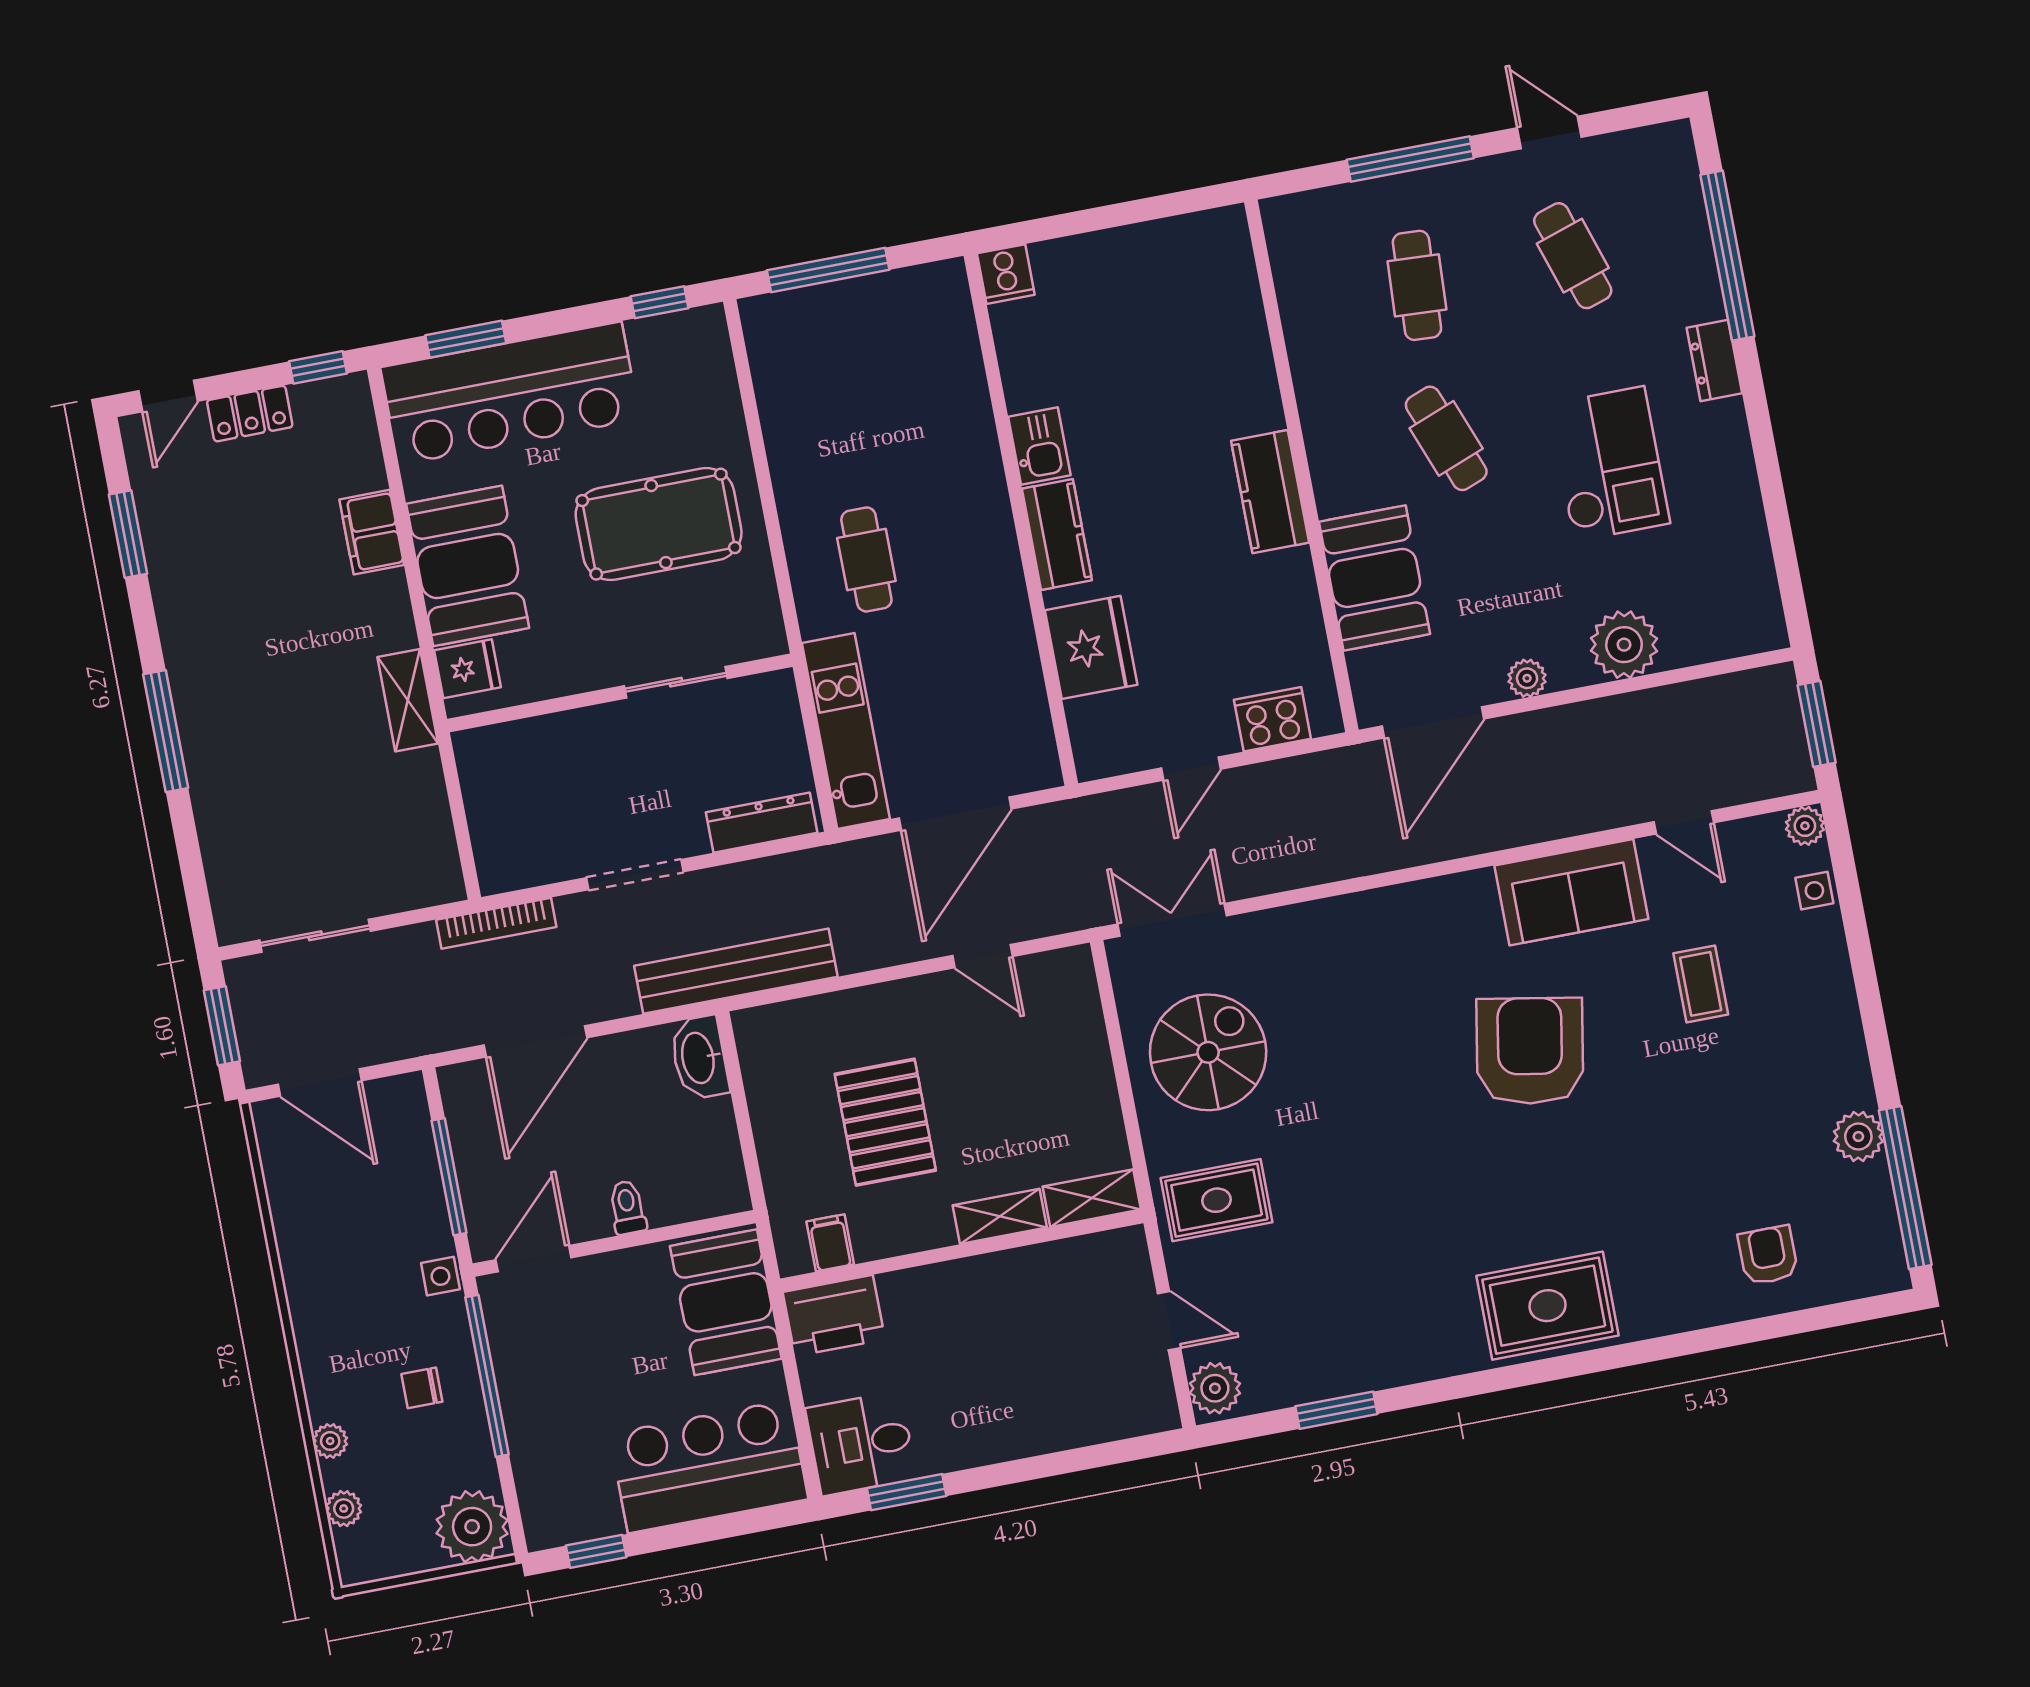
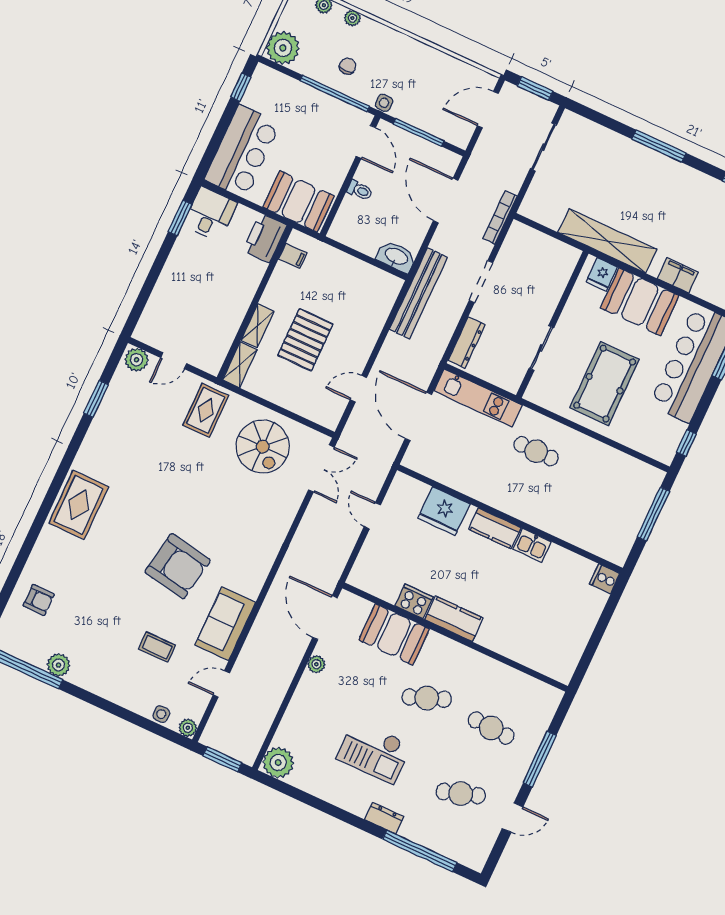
plant: (1624, 645) -> (278, 763), moved
shelving: (408, 700) -> (607, 241), width x2.20, depth x1.33
cooker: (1272, 719) -> (414, 601), moved, turned -90
pallet: (885, 1122) -> (305, 340), moved, turned 90

